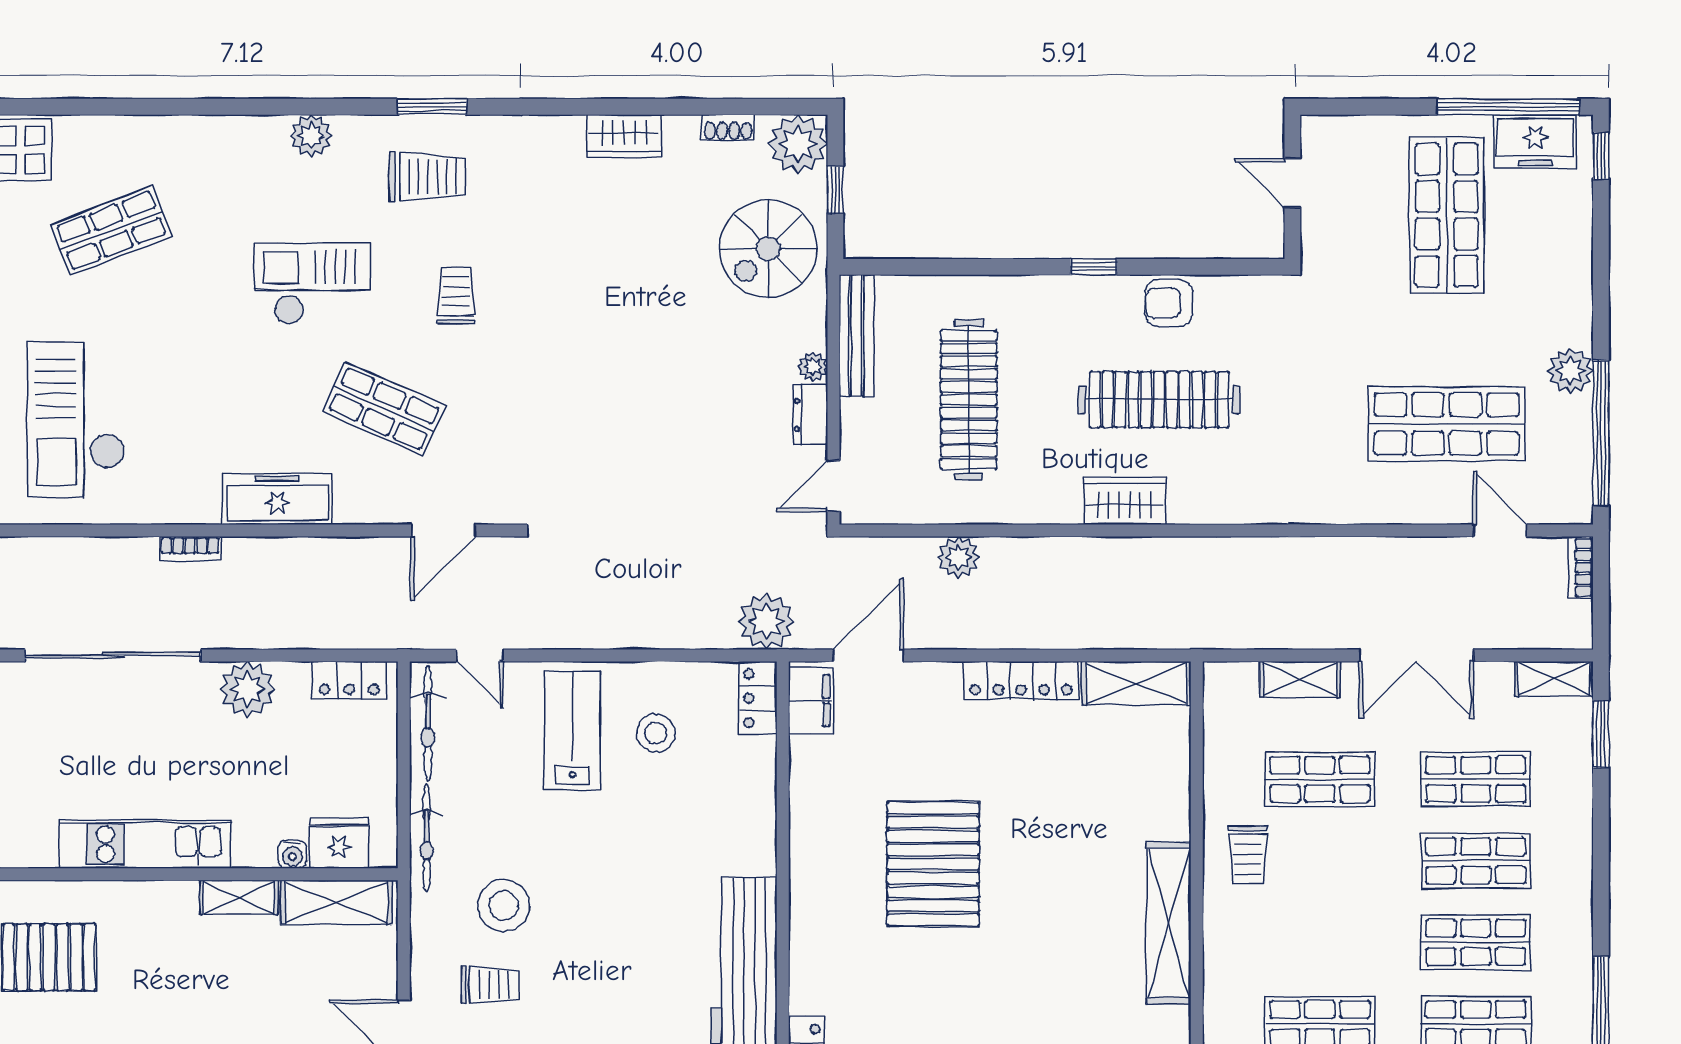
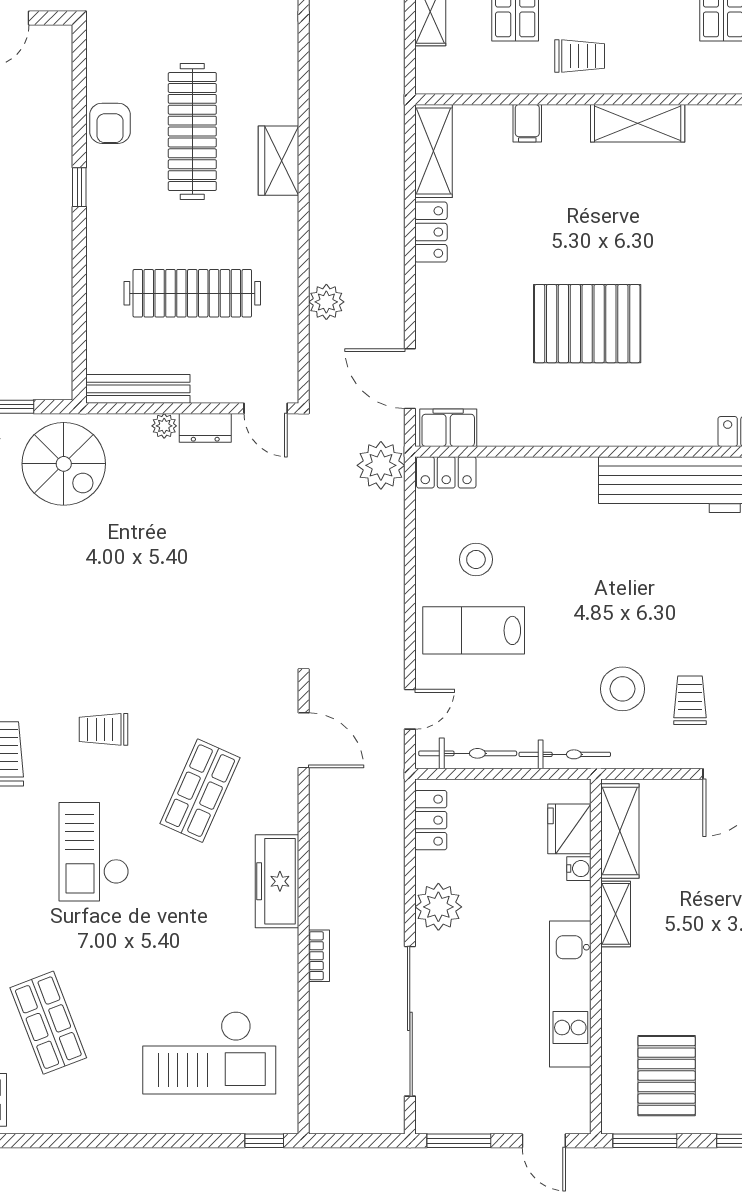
locker: (1021, 680) -> (431, 232), width x0.66
filing cabinet: (1169, 794) -> (527, 123), added
shelving: (1169, 923) -> (638, 123), width x0.68

